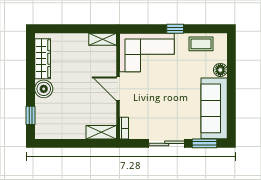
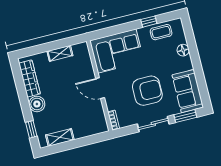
window: (175, 29) -> (149, 22), moved
shelving: (103, 39) -> (60, 53), moved
armchair: (170, 105) -> (147, 91), added
sofa: (214, 108) -> (188, 91), width x0.73
shelving: (101, 132) -> (60, 137), moved

